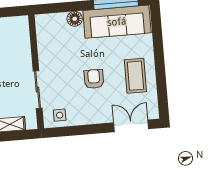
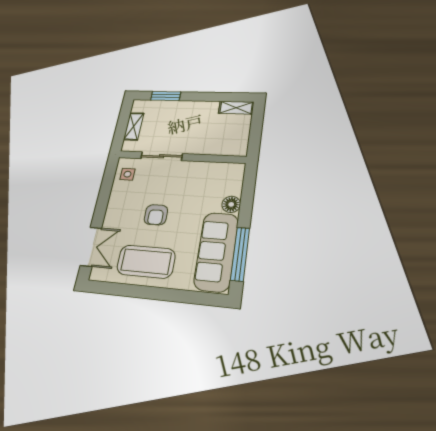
coffee table: (135, 76) -> (146, 262), width x1.36, depth x1.32
armchair: (94, 79) -> (156, 215), turned 90

